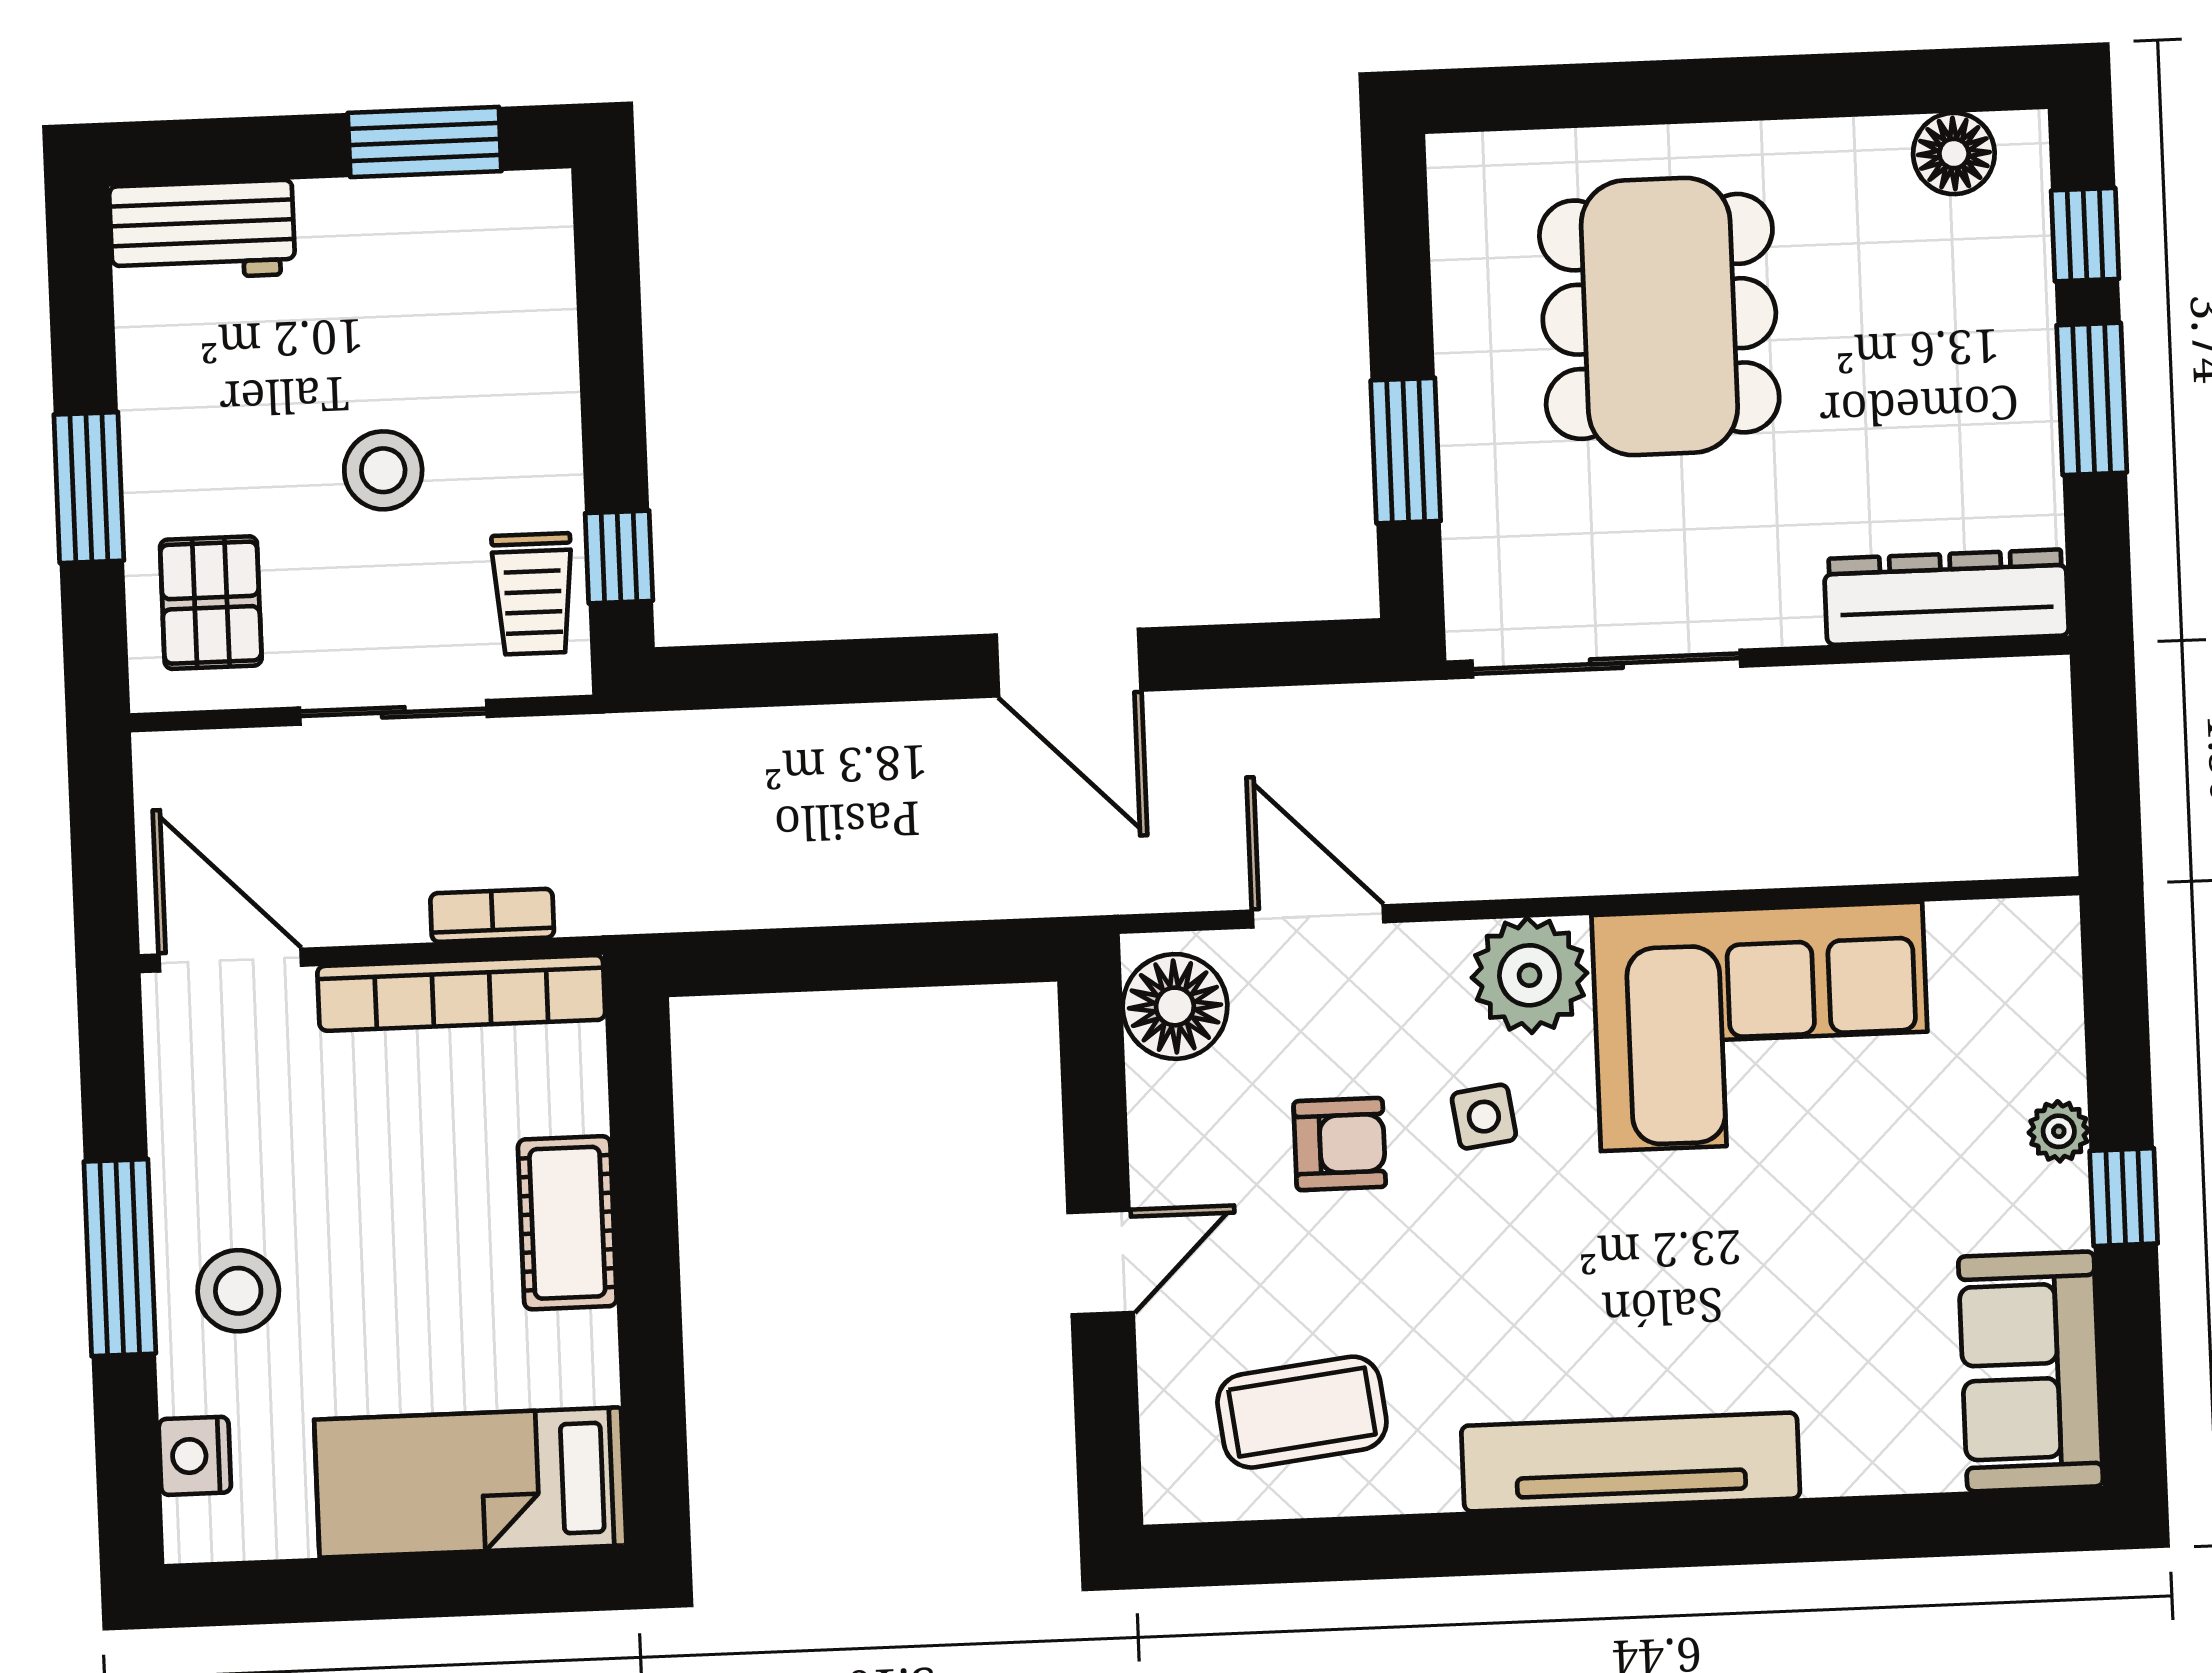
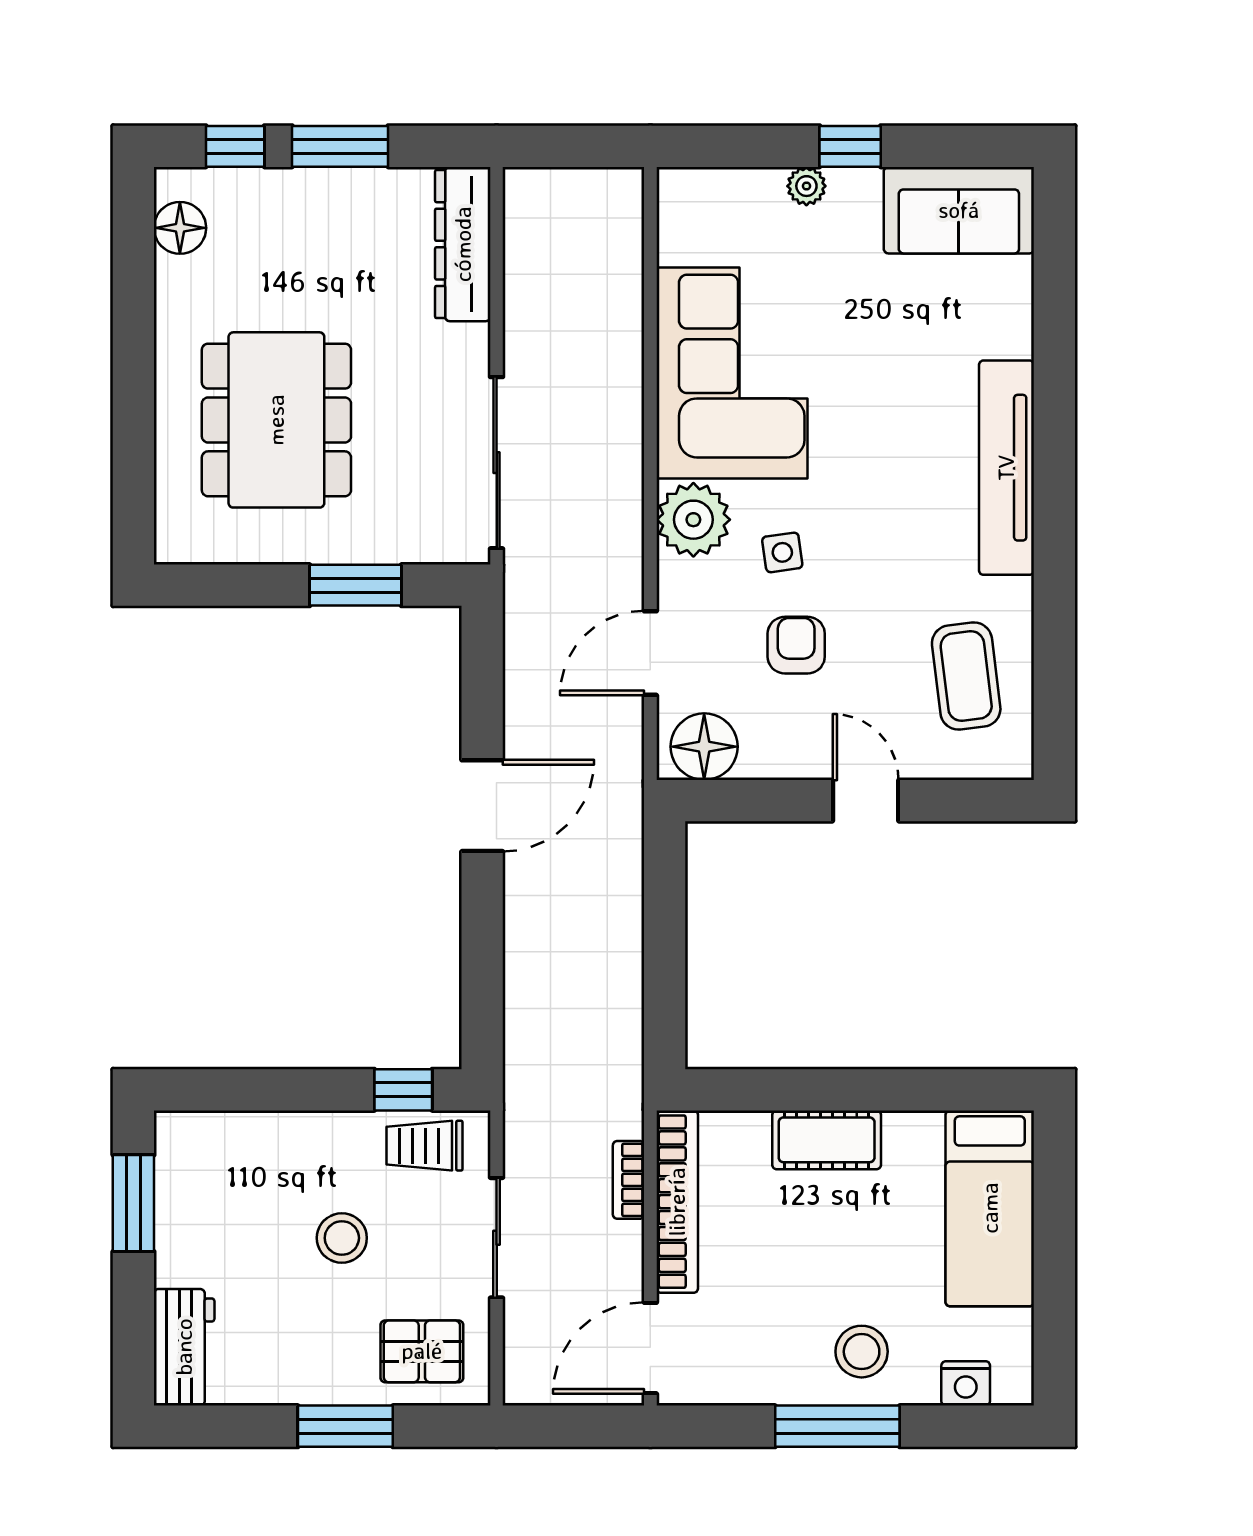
dining table: (1659, 316) -> (276, 420), turned 90
trolley: (533, 594) -> (424, 1146), turned 180

